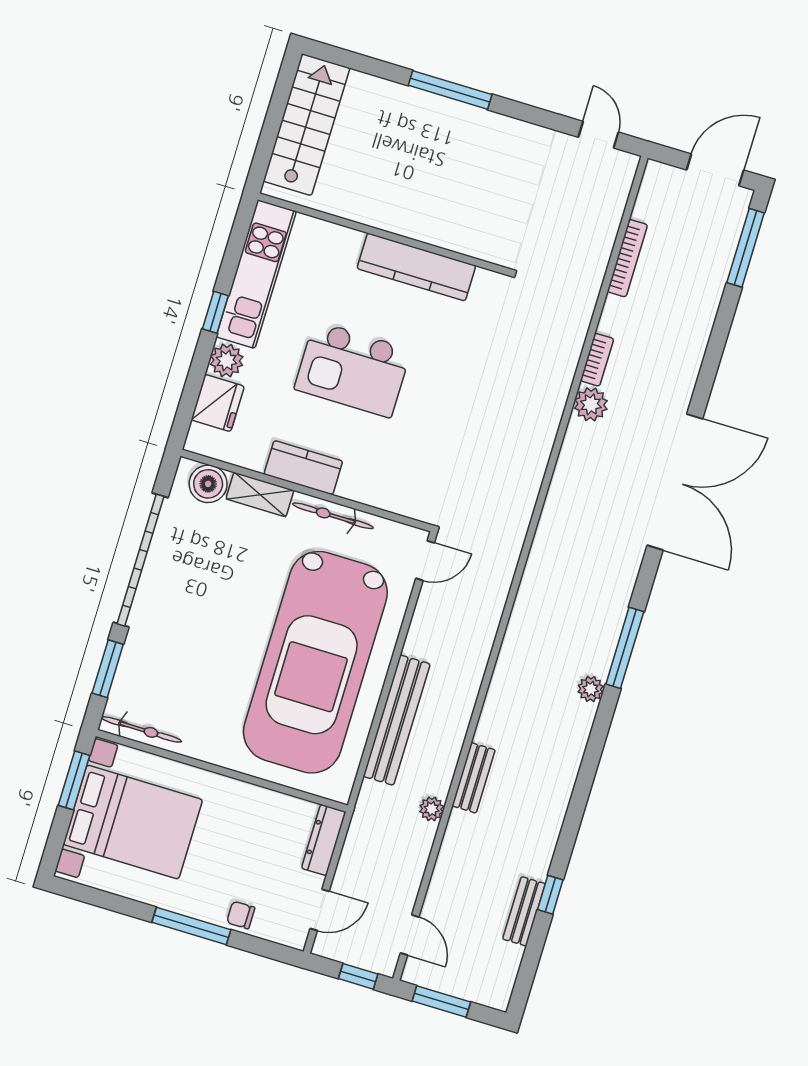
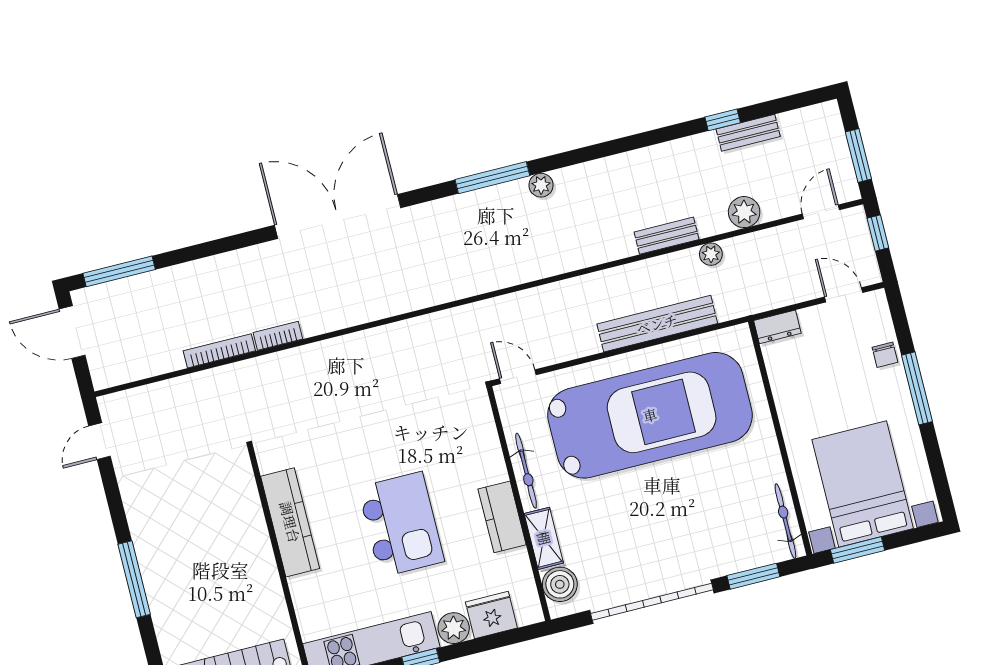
bookcase: (627, 258) -> (219, 351), moved
plant: (591, 404) -> (744, 212), moved
dresser: (324, 840) -> (777, 327), width x0.70

